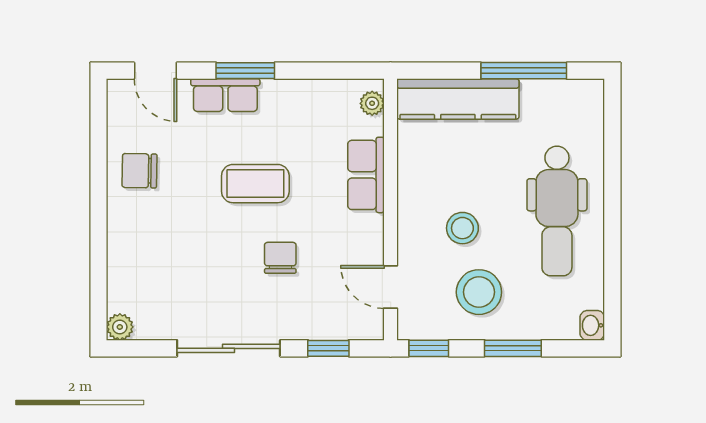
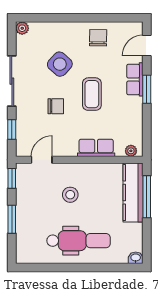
window: (524, 71) -> (147, 197), moved
dental chair: (557, 211) -> (79, 241), turned 180
side table: (194, 250) -> (60, 64), added
stool: (479, 292) -> (39, 203), removed
washbasin: (592, 325) -> (136, 258), moved

